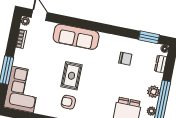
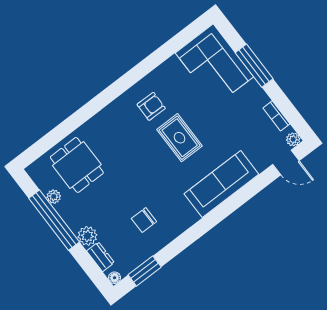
plant: (154, 92) -> (87, 236), moved

